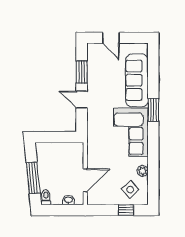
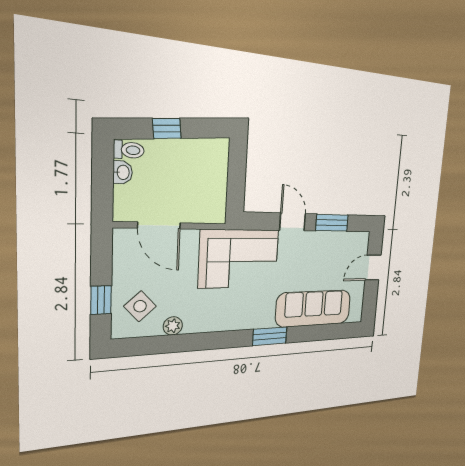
door: (82, 100) -> (293, 222), hinge flipped
corner sofa: (131, 132) -> (239, 259), moved, turned 180
window: (33, 178) -> (167, 128), width x0.46
washbasin: (68, 200) -> (123, 172), moved

